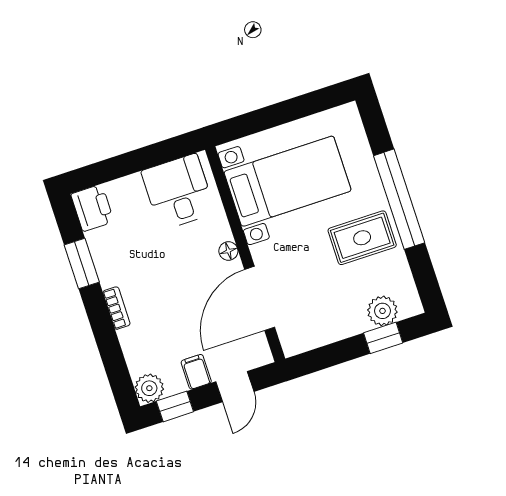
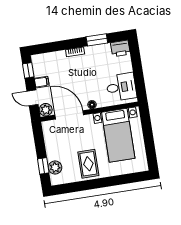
window: (399, 199) -> (103, 183), removed
plant: (149, 388) -> (46, 110), moved

